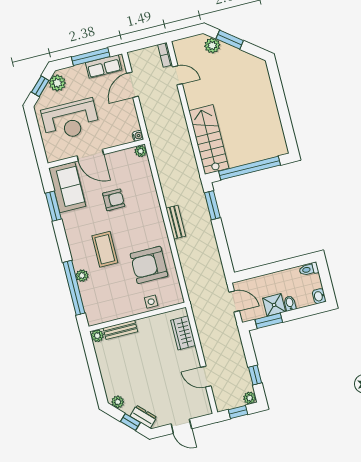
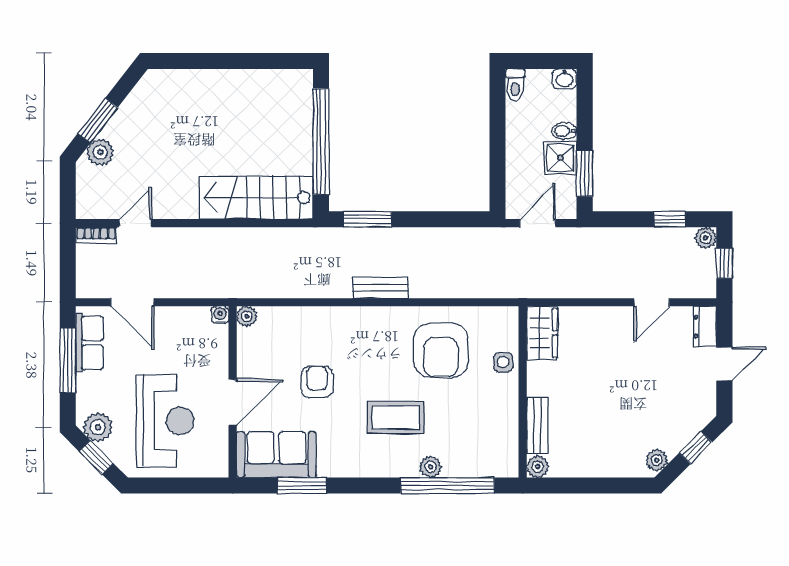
wardrobe: (183, 333) -> (542, 333), moved, turned -90
dresser: (143, 417) -> (705, 327), moved, turned -45

